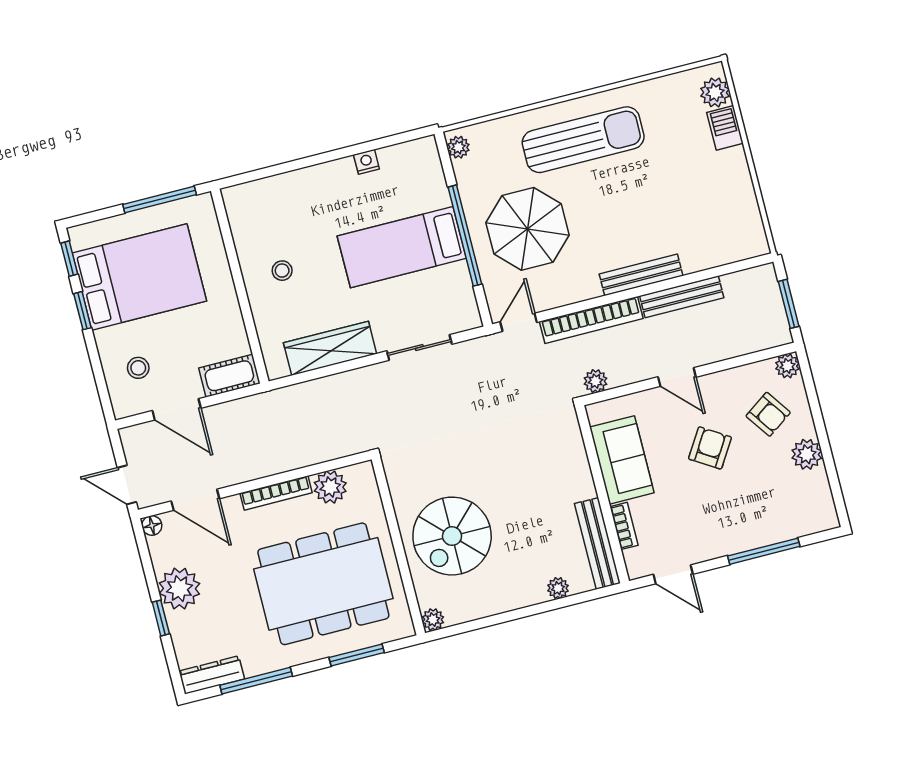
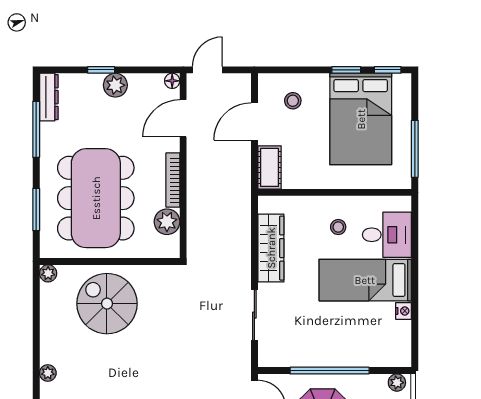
desk: (276, 207) -> (387, 235), added
bed: (402, 247) -> (365, 280), moved, turned -90
plant: (179, 589) -> (115, 85), width x0.73, depth x0.73

